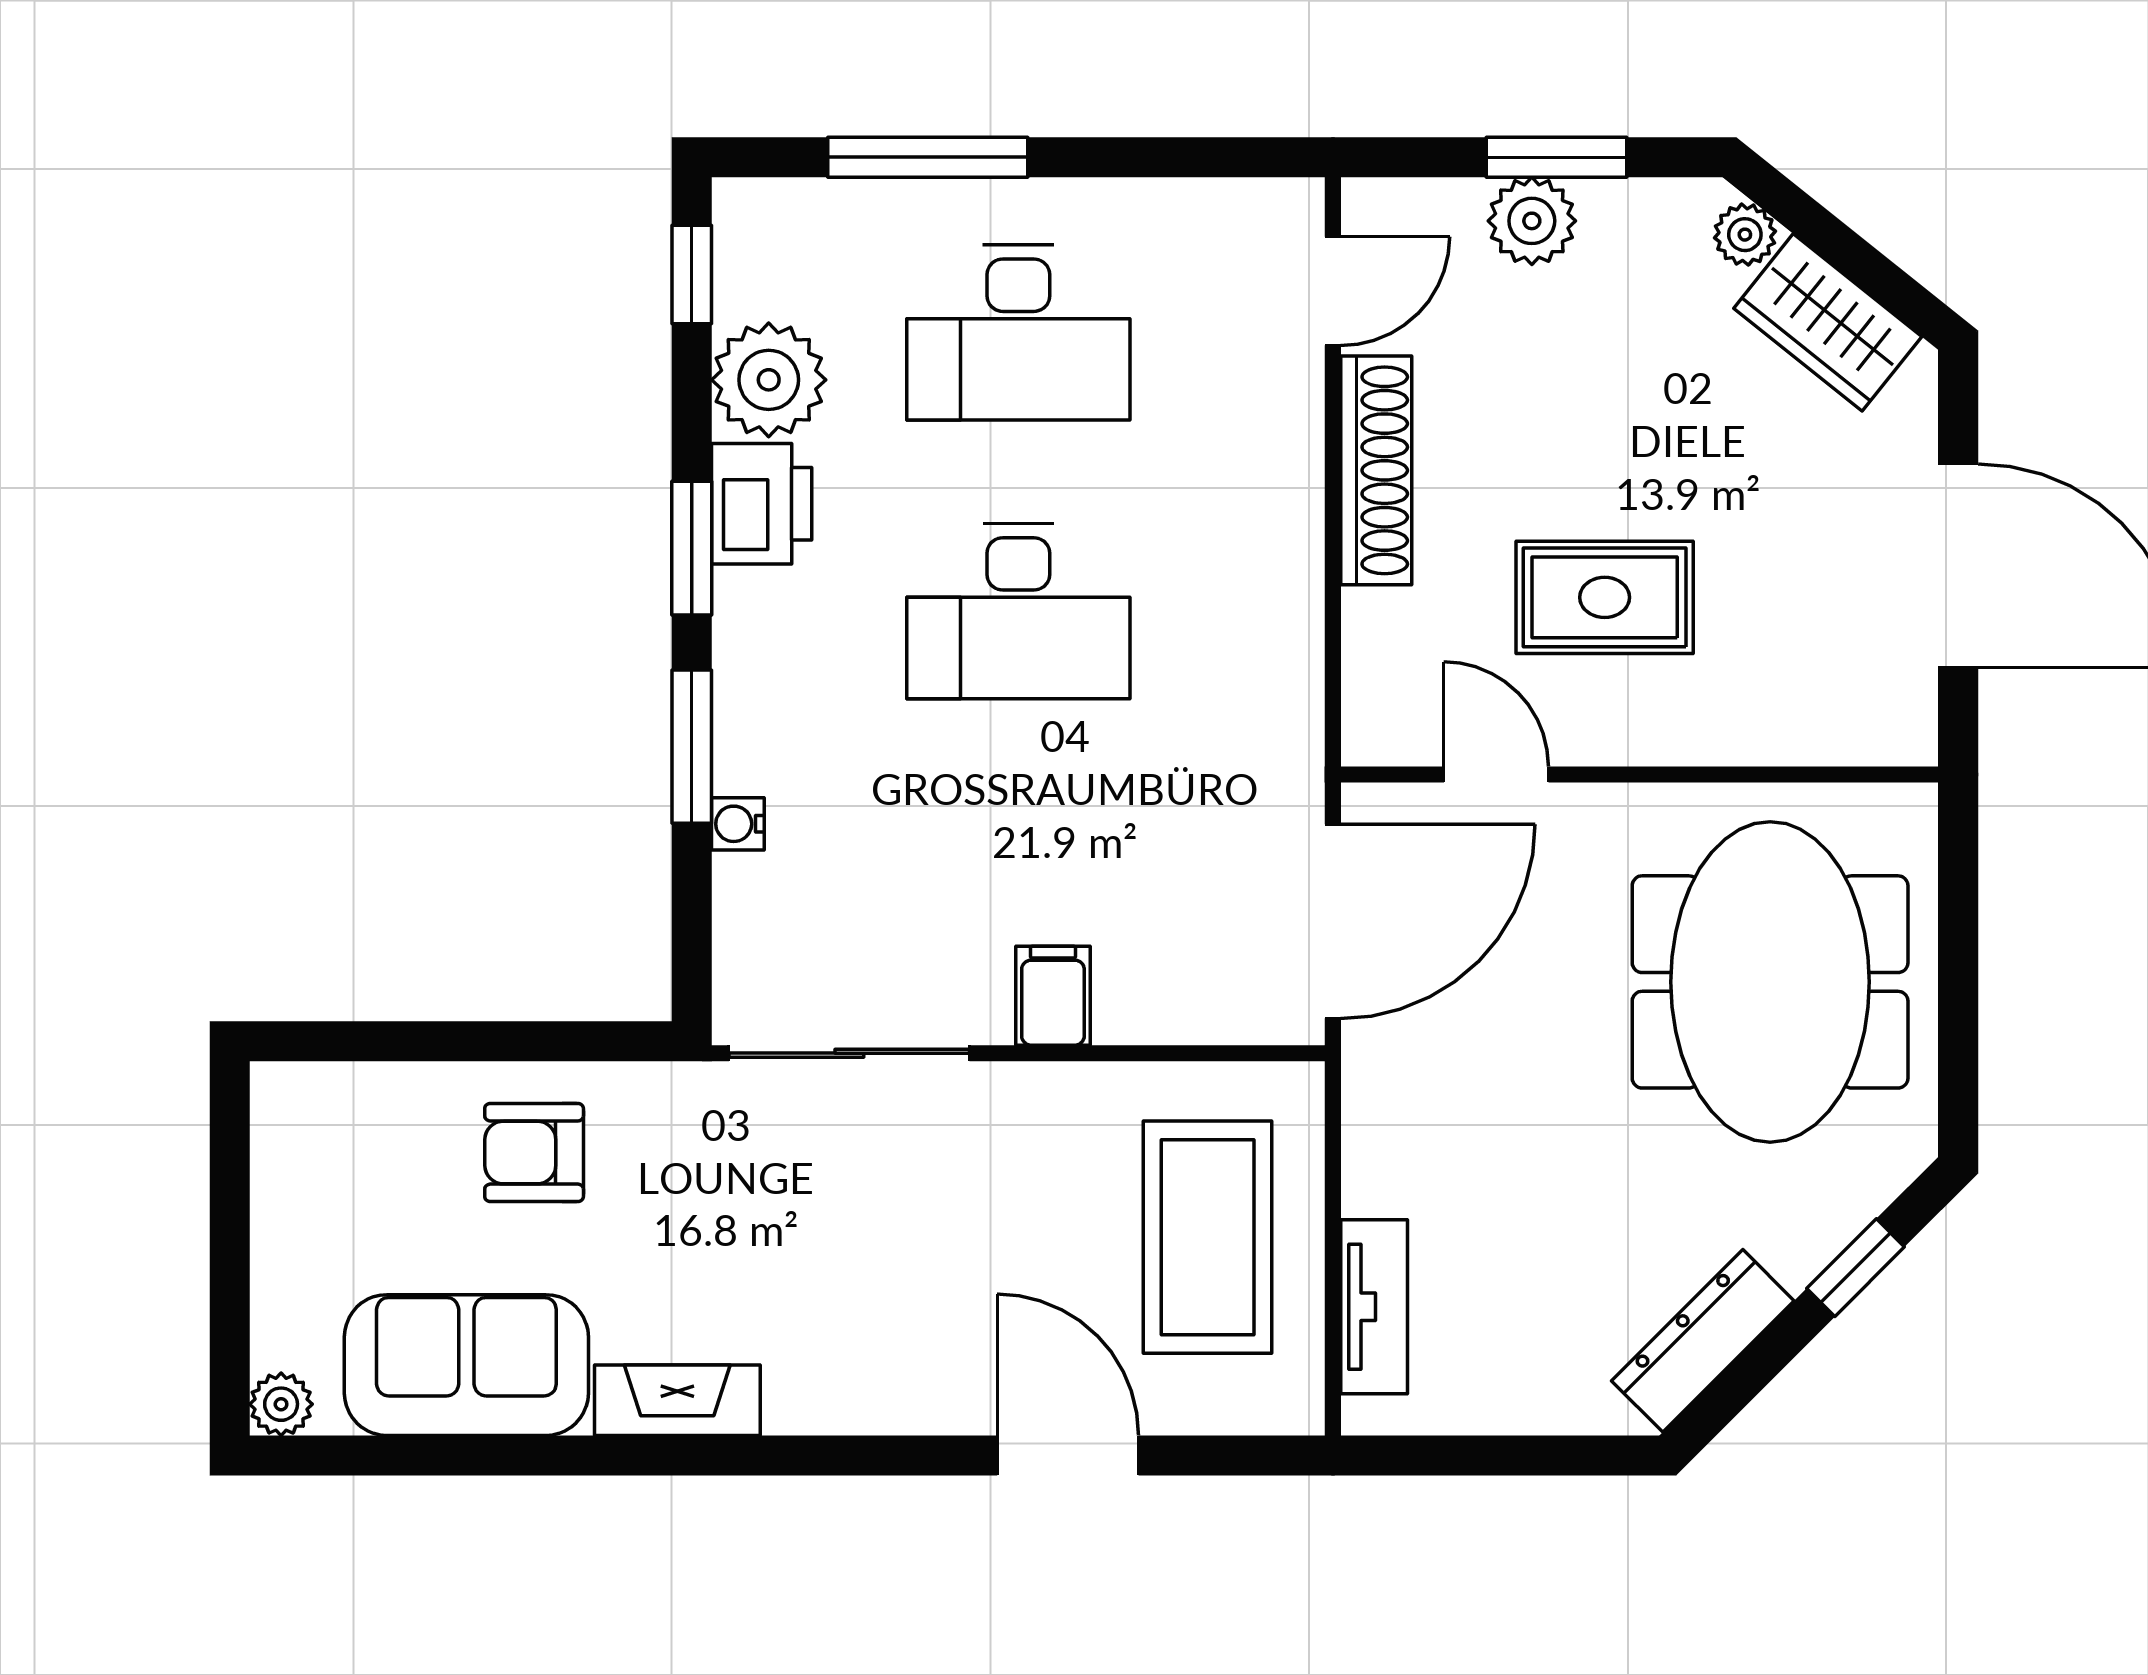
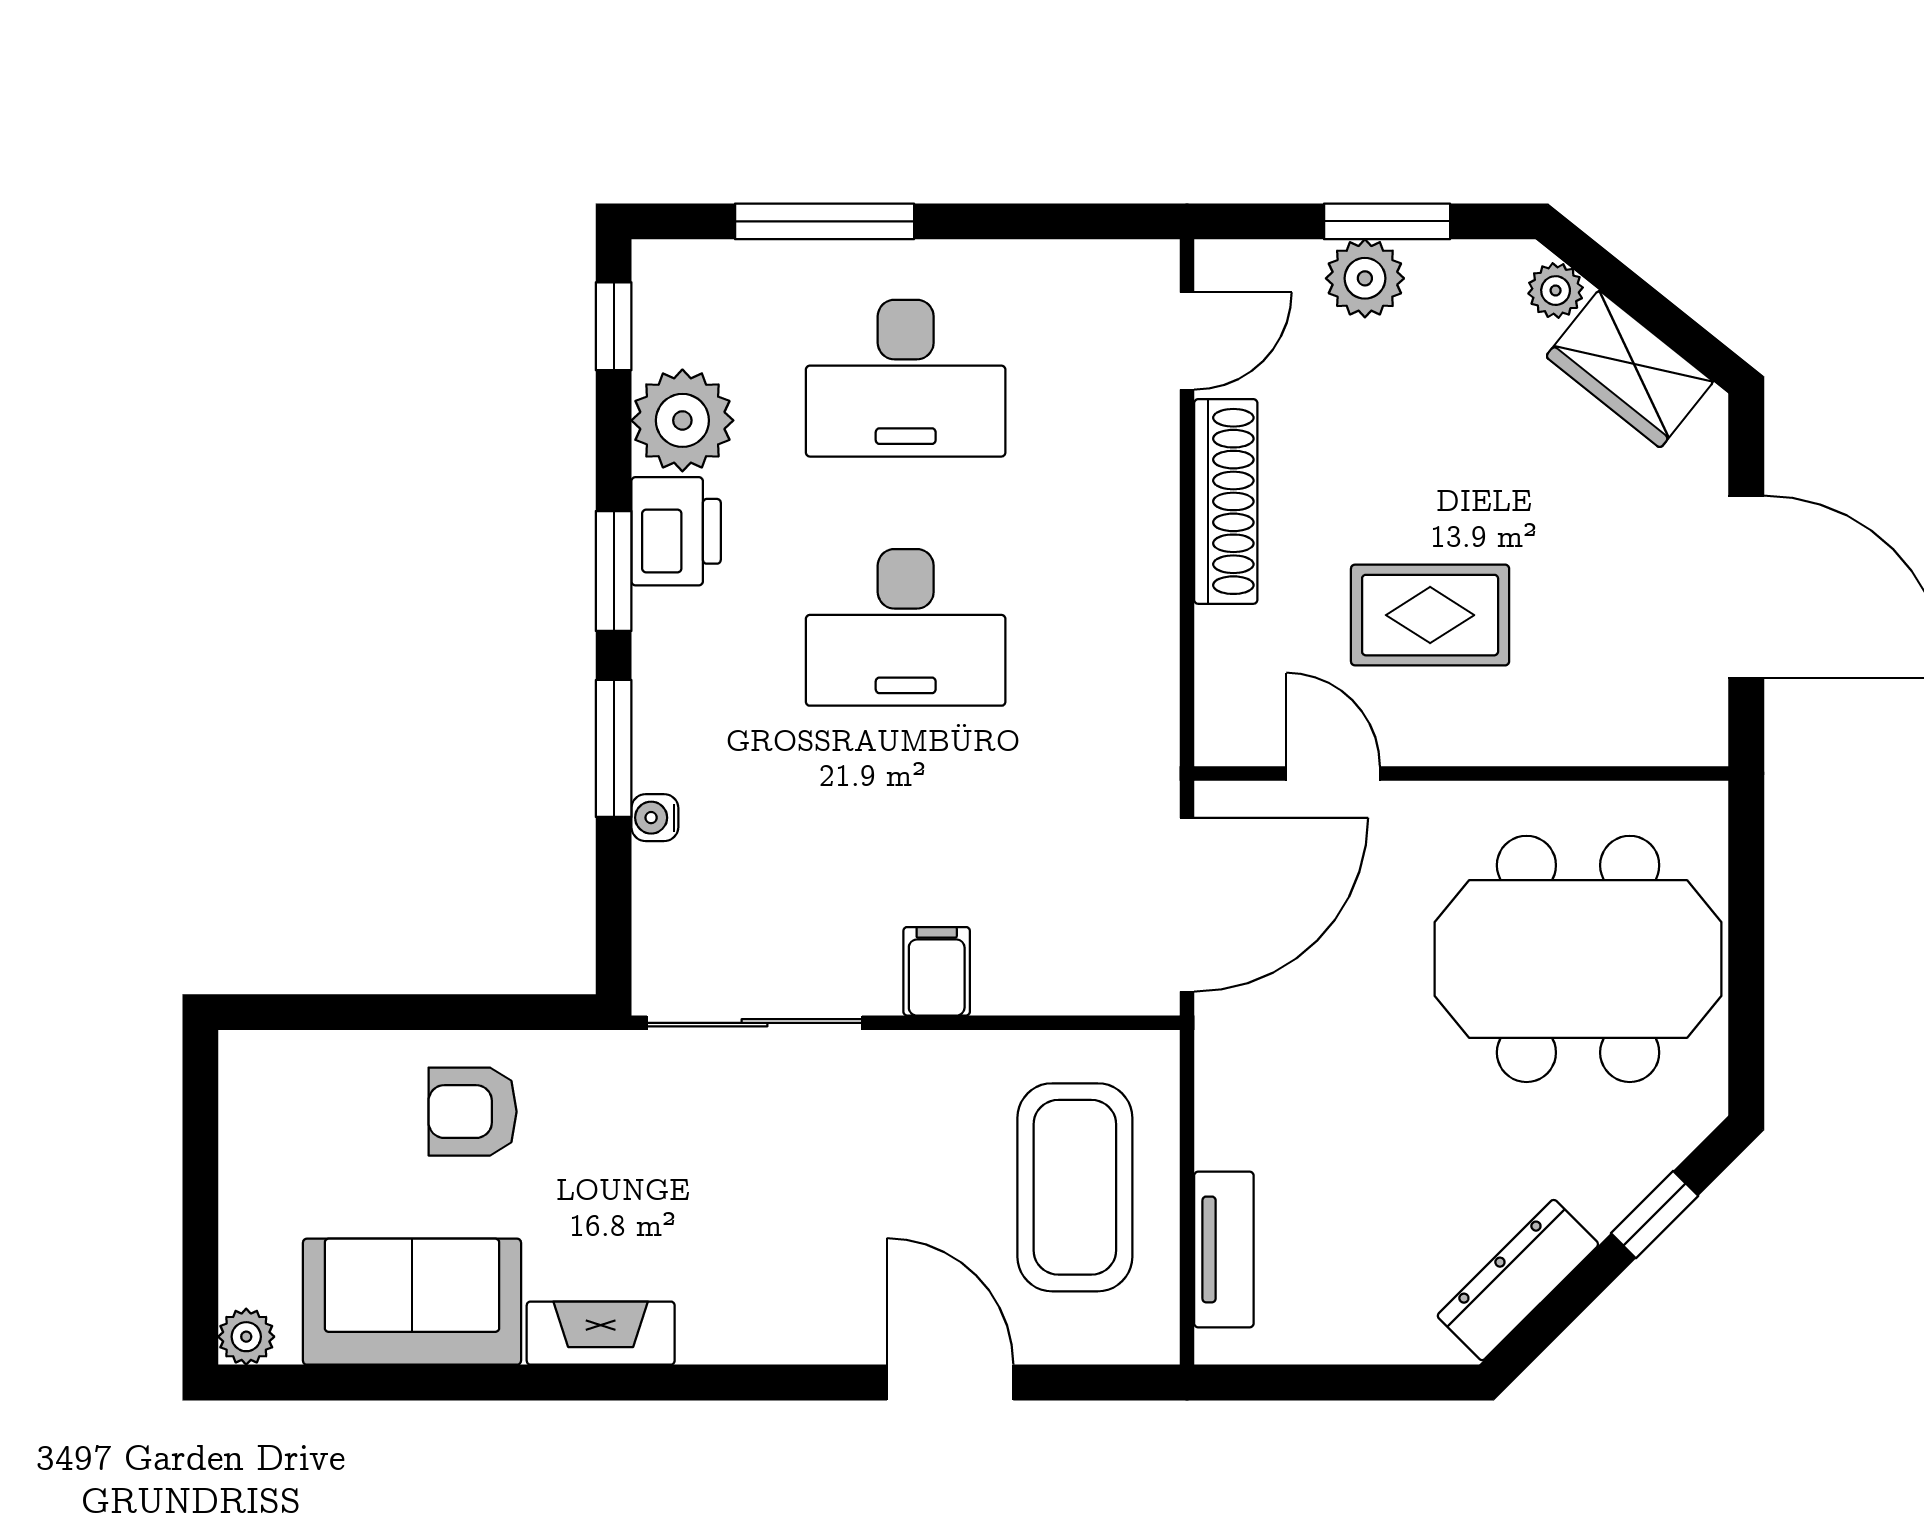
meeting table: (1770, 982) -> (1578, 959), turned 90

